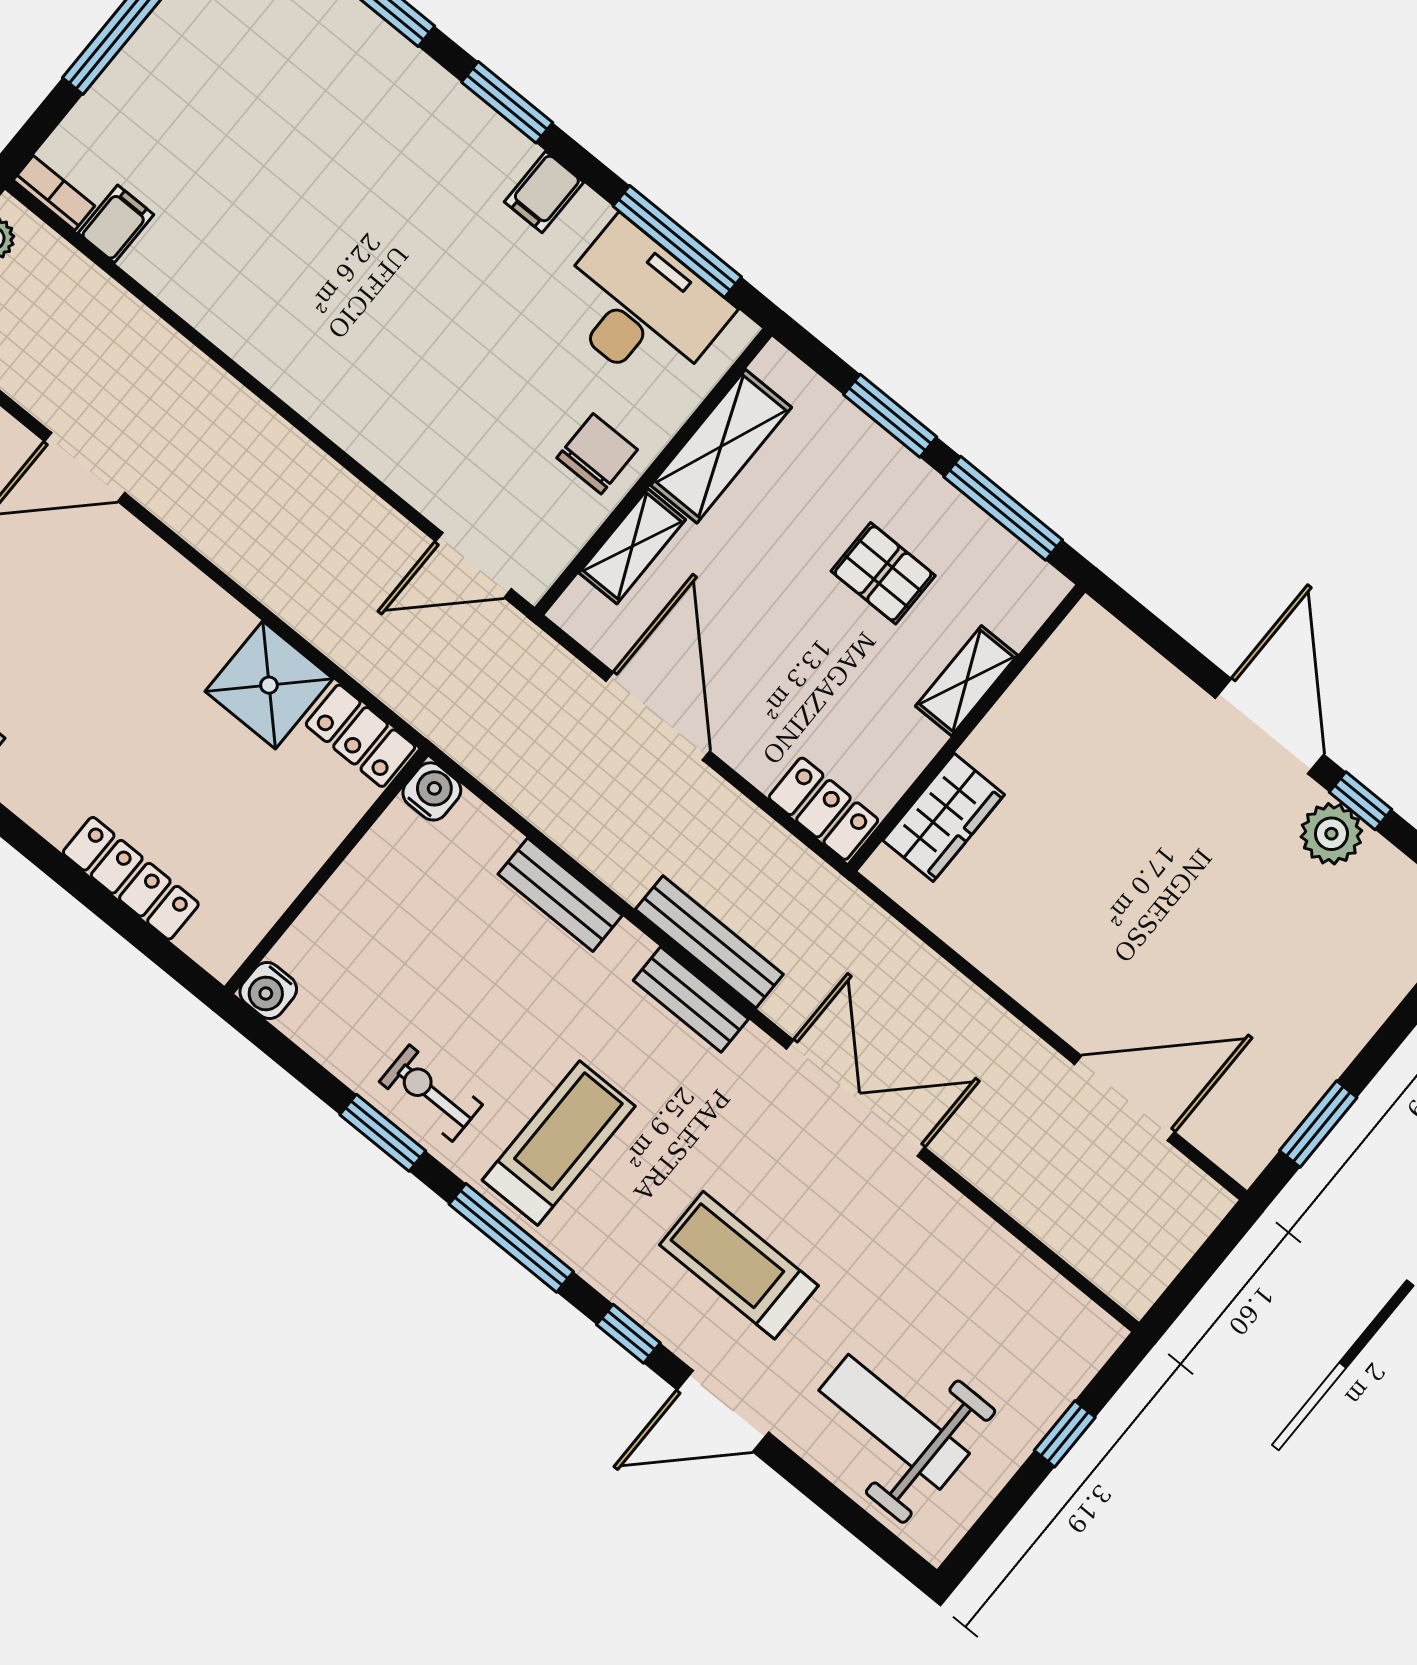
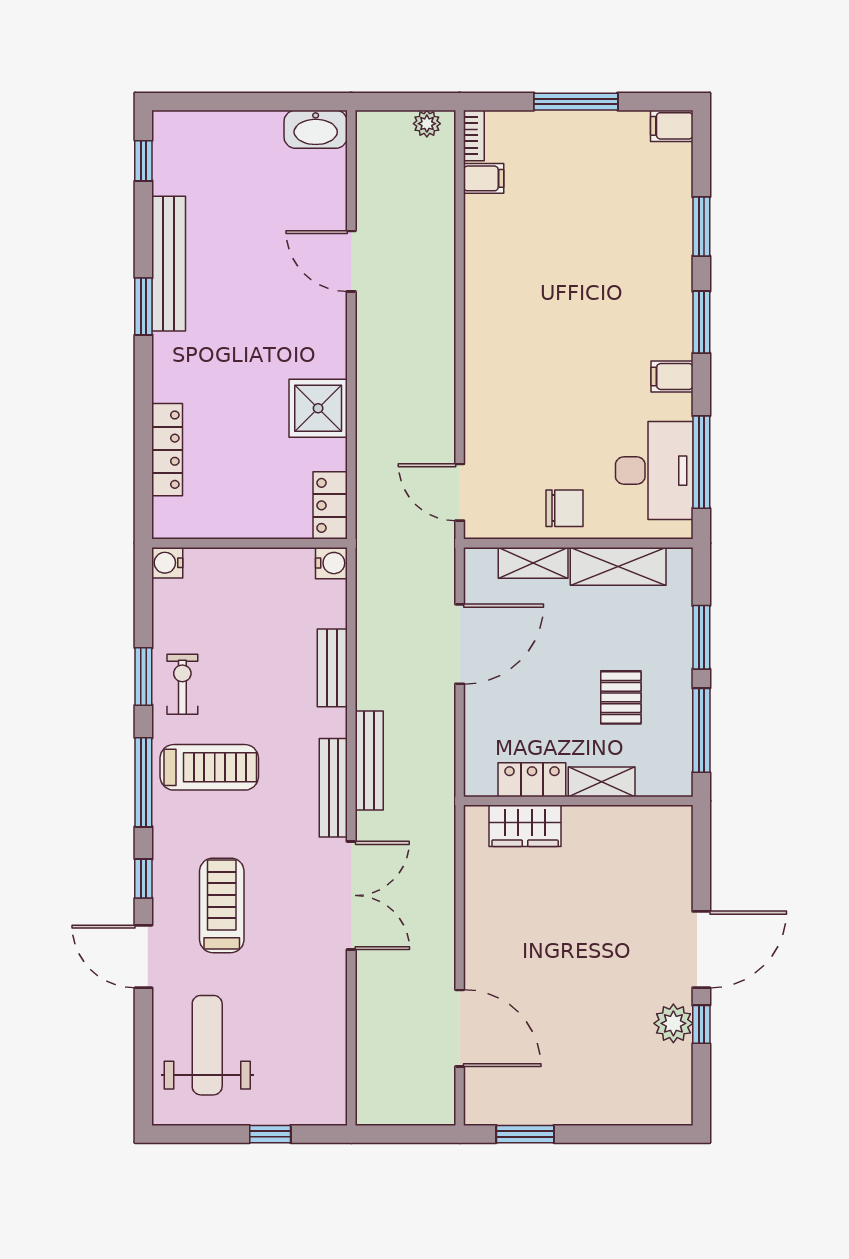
shower: (269, 685) -> (318, 408), moved
locker: (823, 809) -> (532, 780), moved, turned -90
bench: (691, 1000) -> (333, 788), width x1.36

